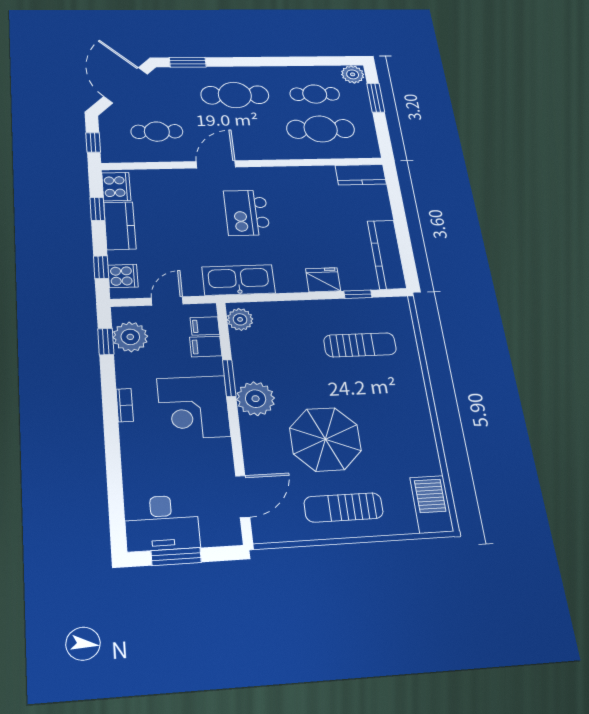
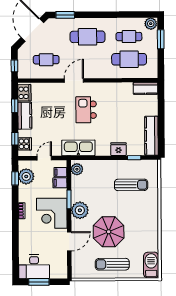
door: (243, 496) -> (69, 241), moved

